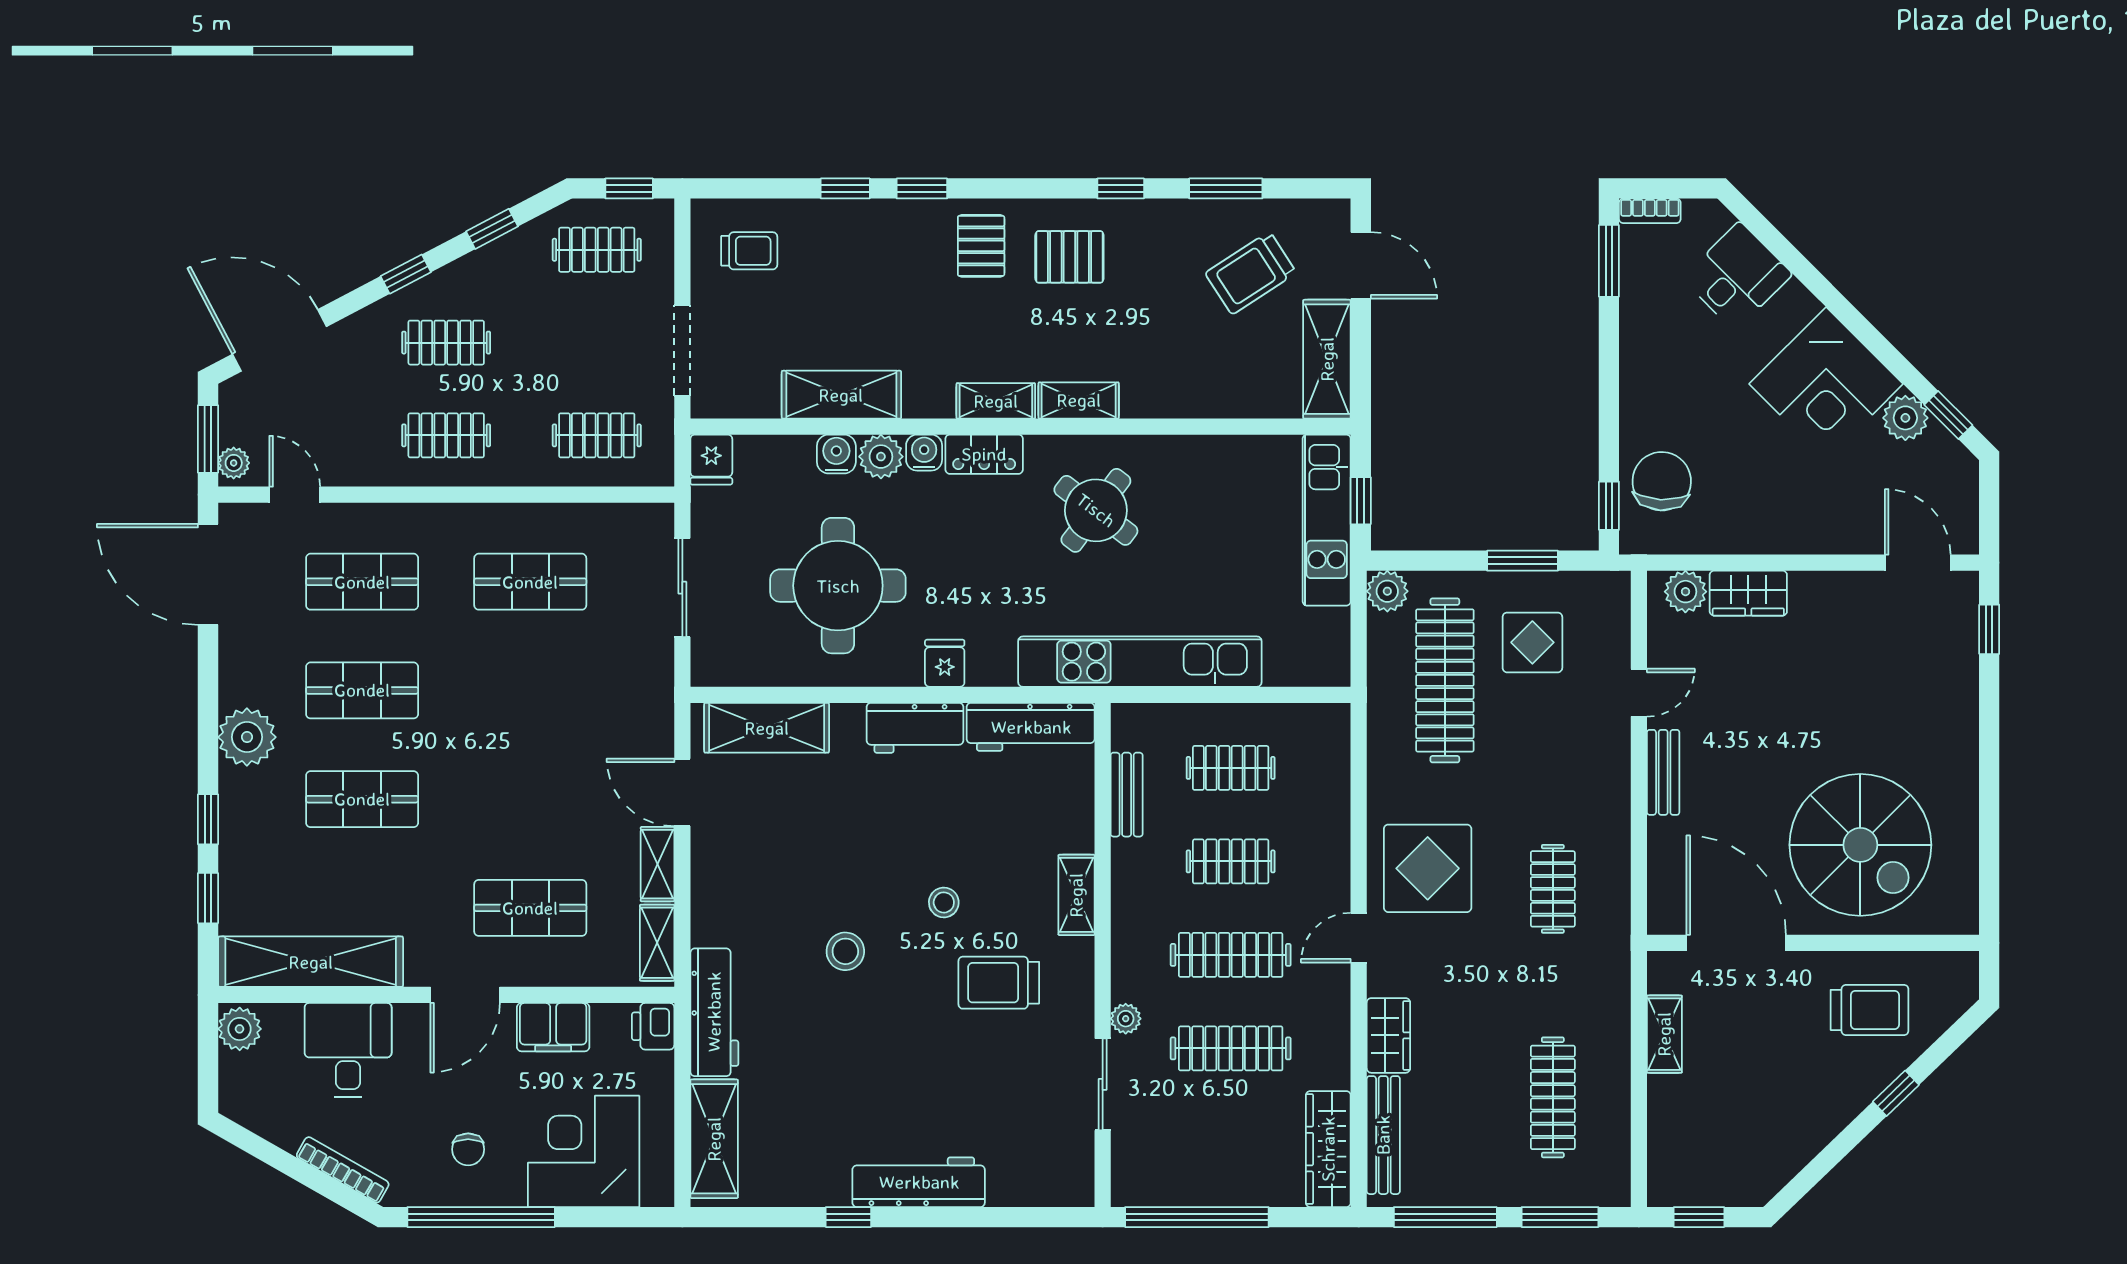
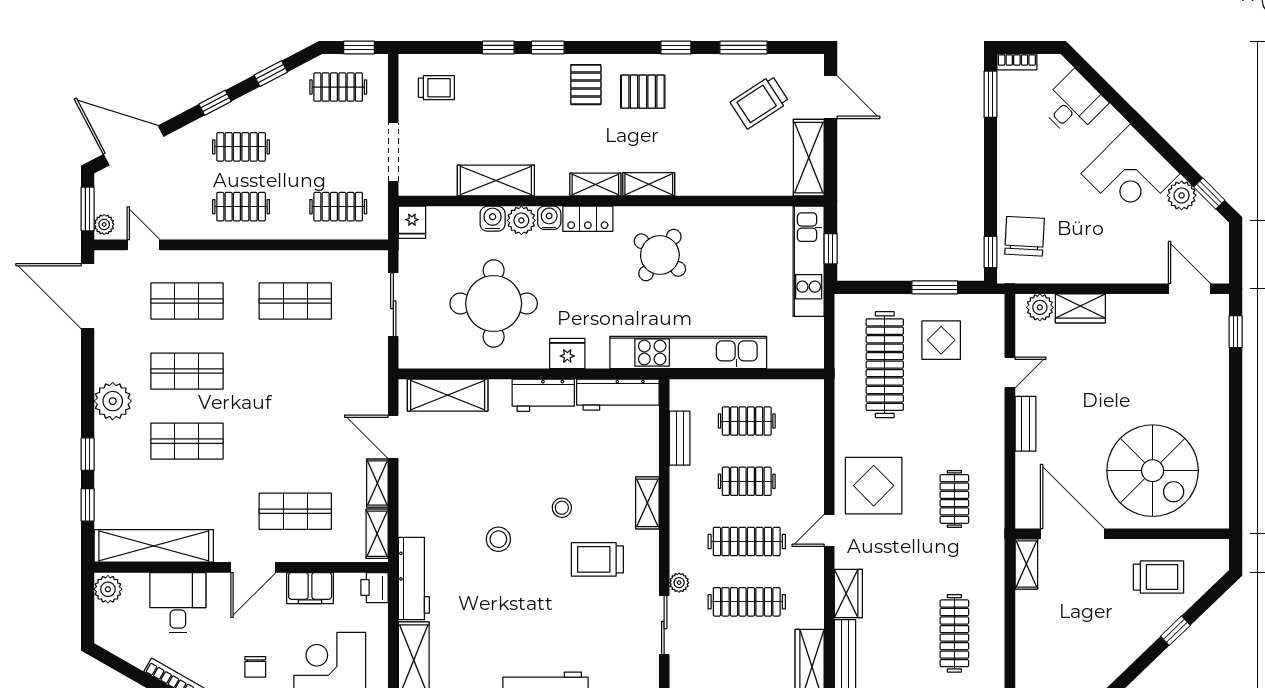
plant: (1387, 591) -> (848, 307), removed
fridge: (945, 663) -> (567, 354), width x1.38
shelving: (1664, 1034) -> (1026, 564), moved

